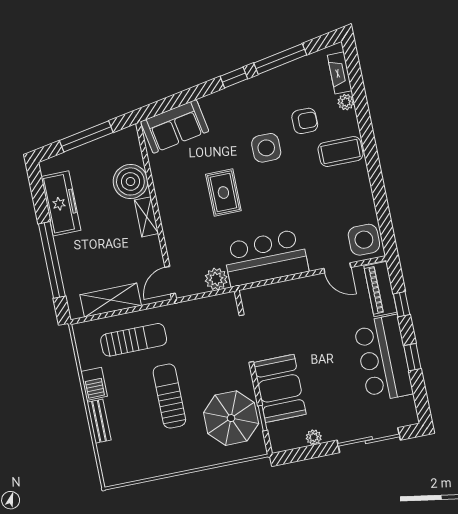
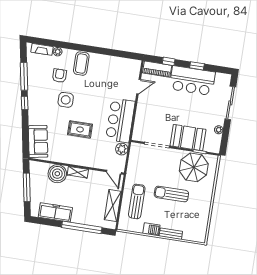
side table: (364, 240) -> (130, 68), removed

